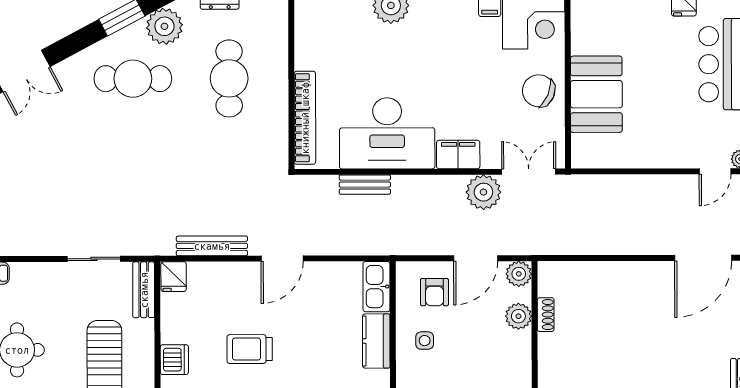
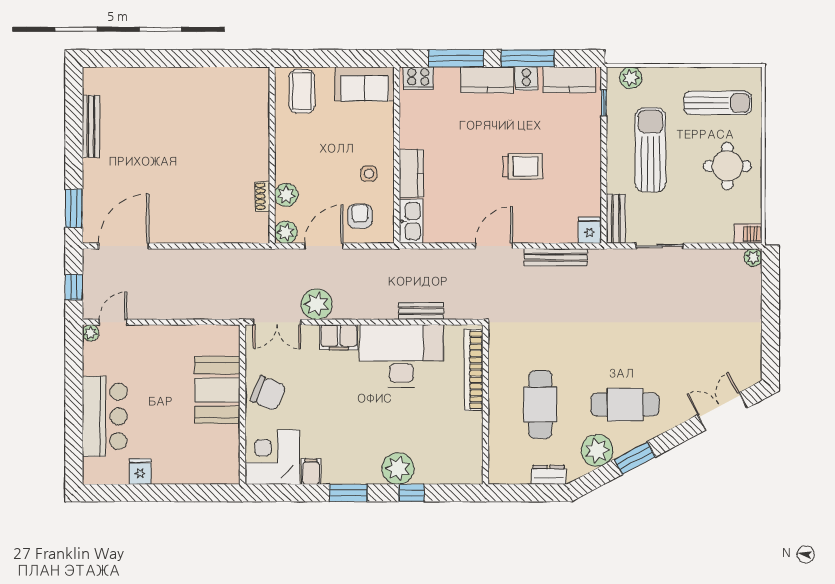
dishwasher: (174, 360) -> (589, 157), removed

